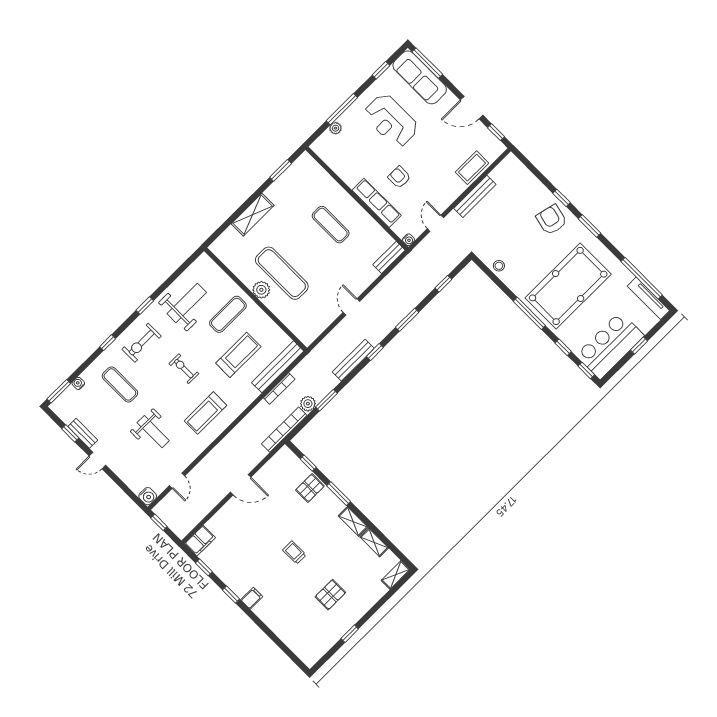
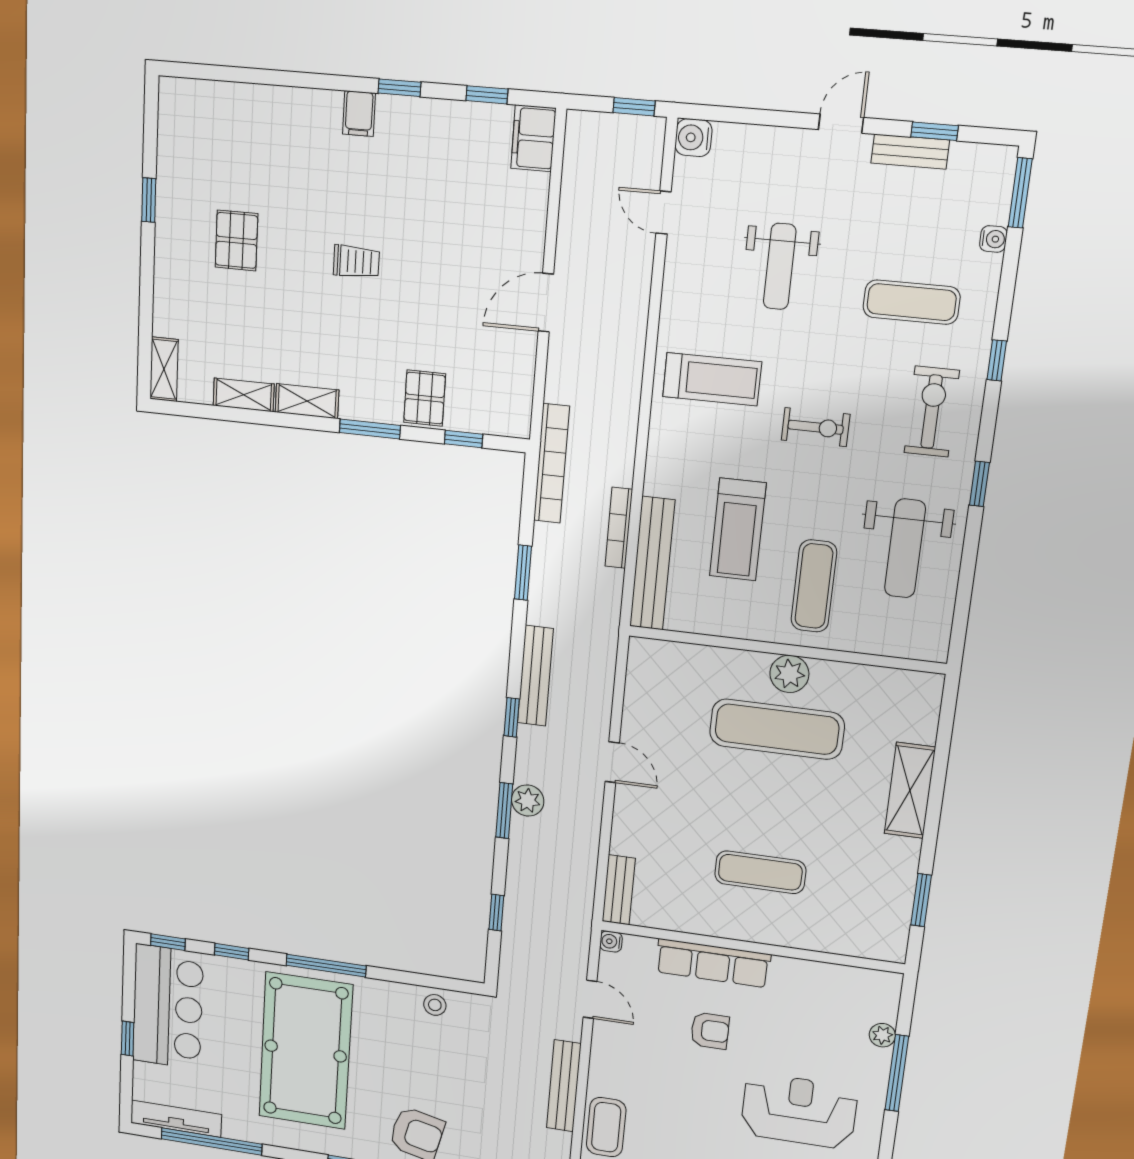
plant: (308, 404) -> (528, 801), moved
treadmill: (206, 413) -> (712, 379), turned 90
weight bench: (153, 432) -> (780, 266), turned -90

